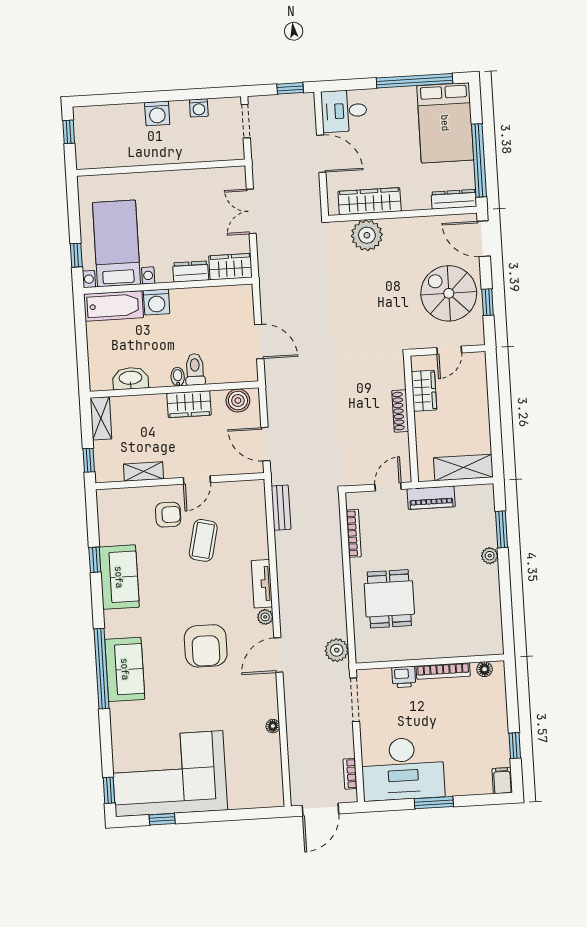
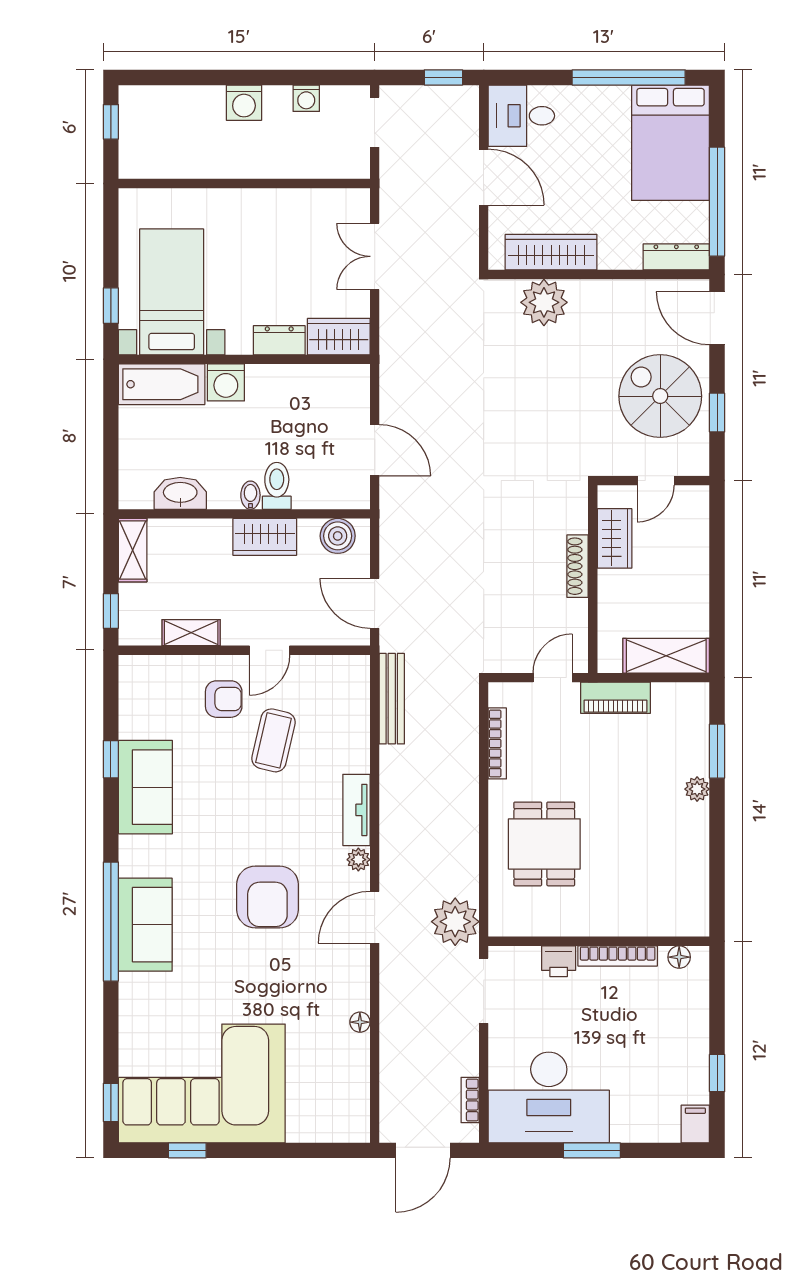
bench: (281, 508) -> (392, 699), width x1.36
plant: (337, 650) -> (455, 922), width x1.36, depth x1.36

